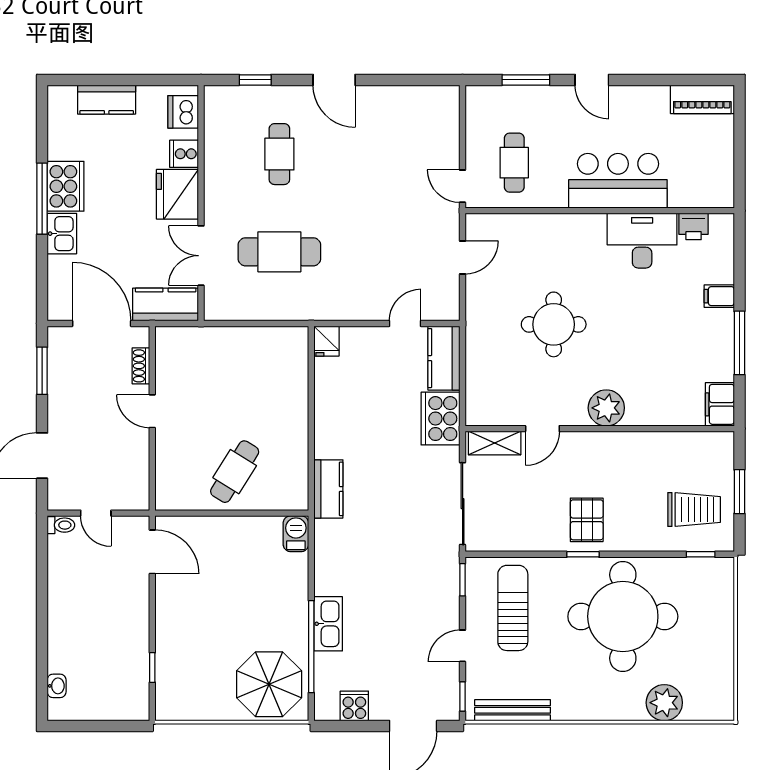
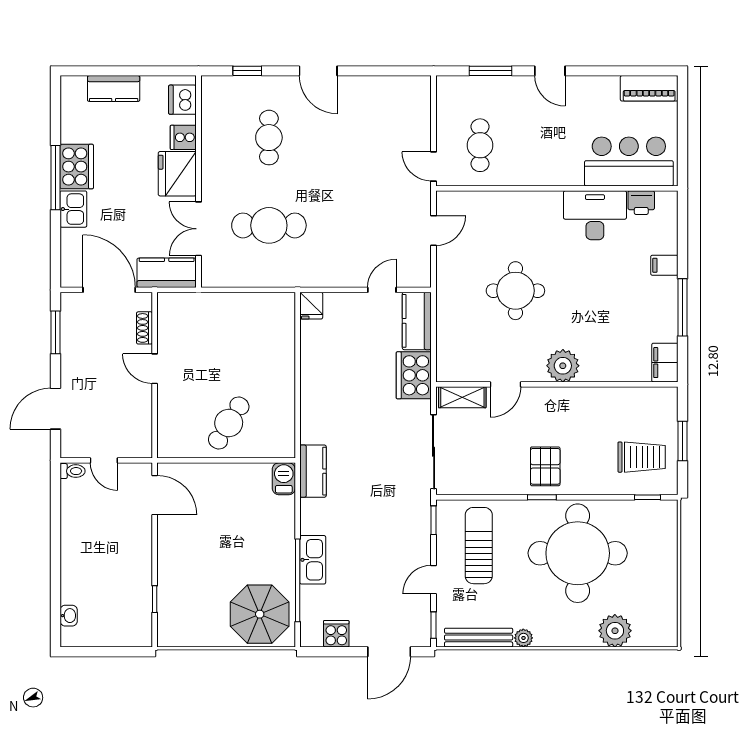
bar counter: (618, 181) -> (629, 162), moved
kitchen counter: (328, 489) -> (313, 471), moved
plant: (563, 711) -> (523, 638), added

